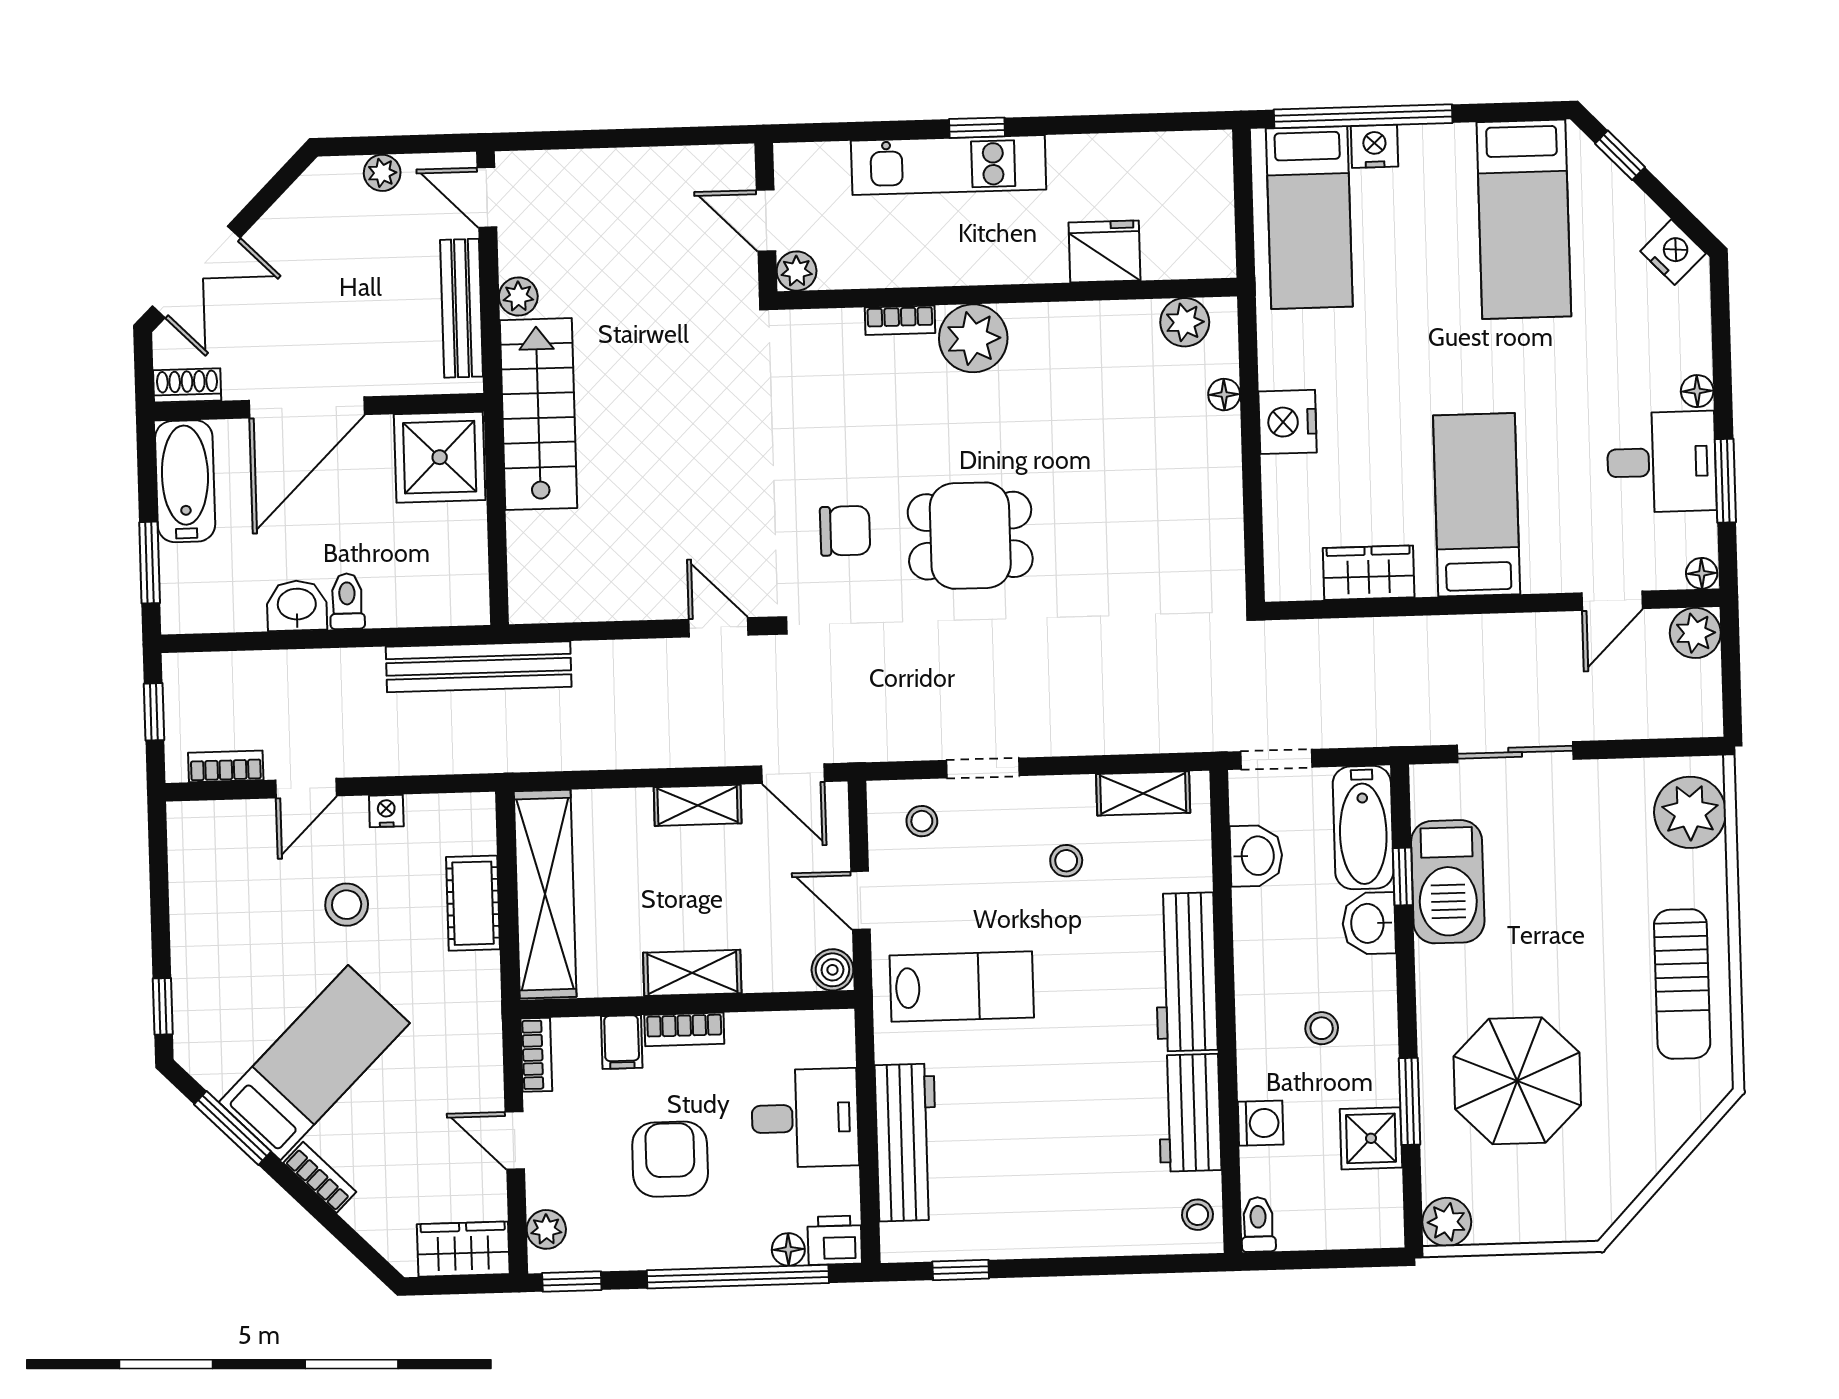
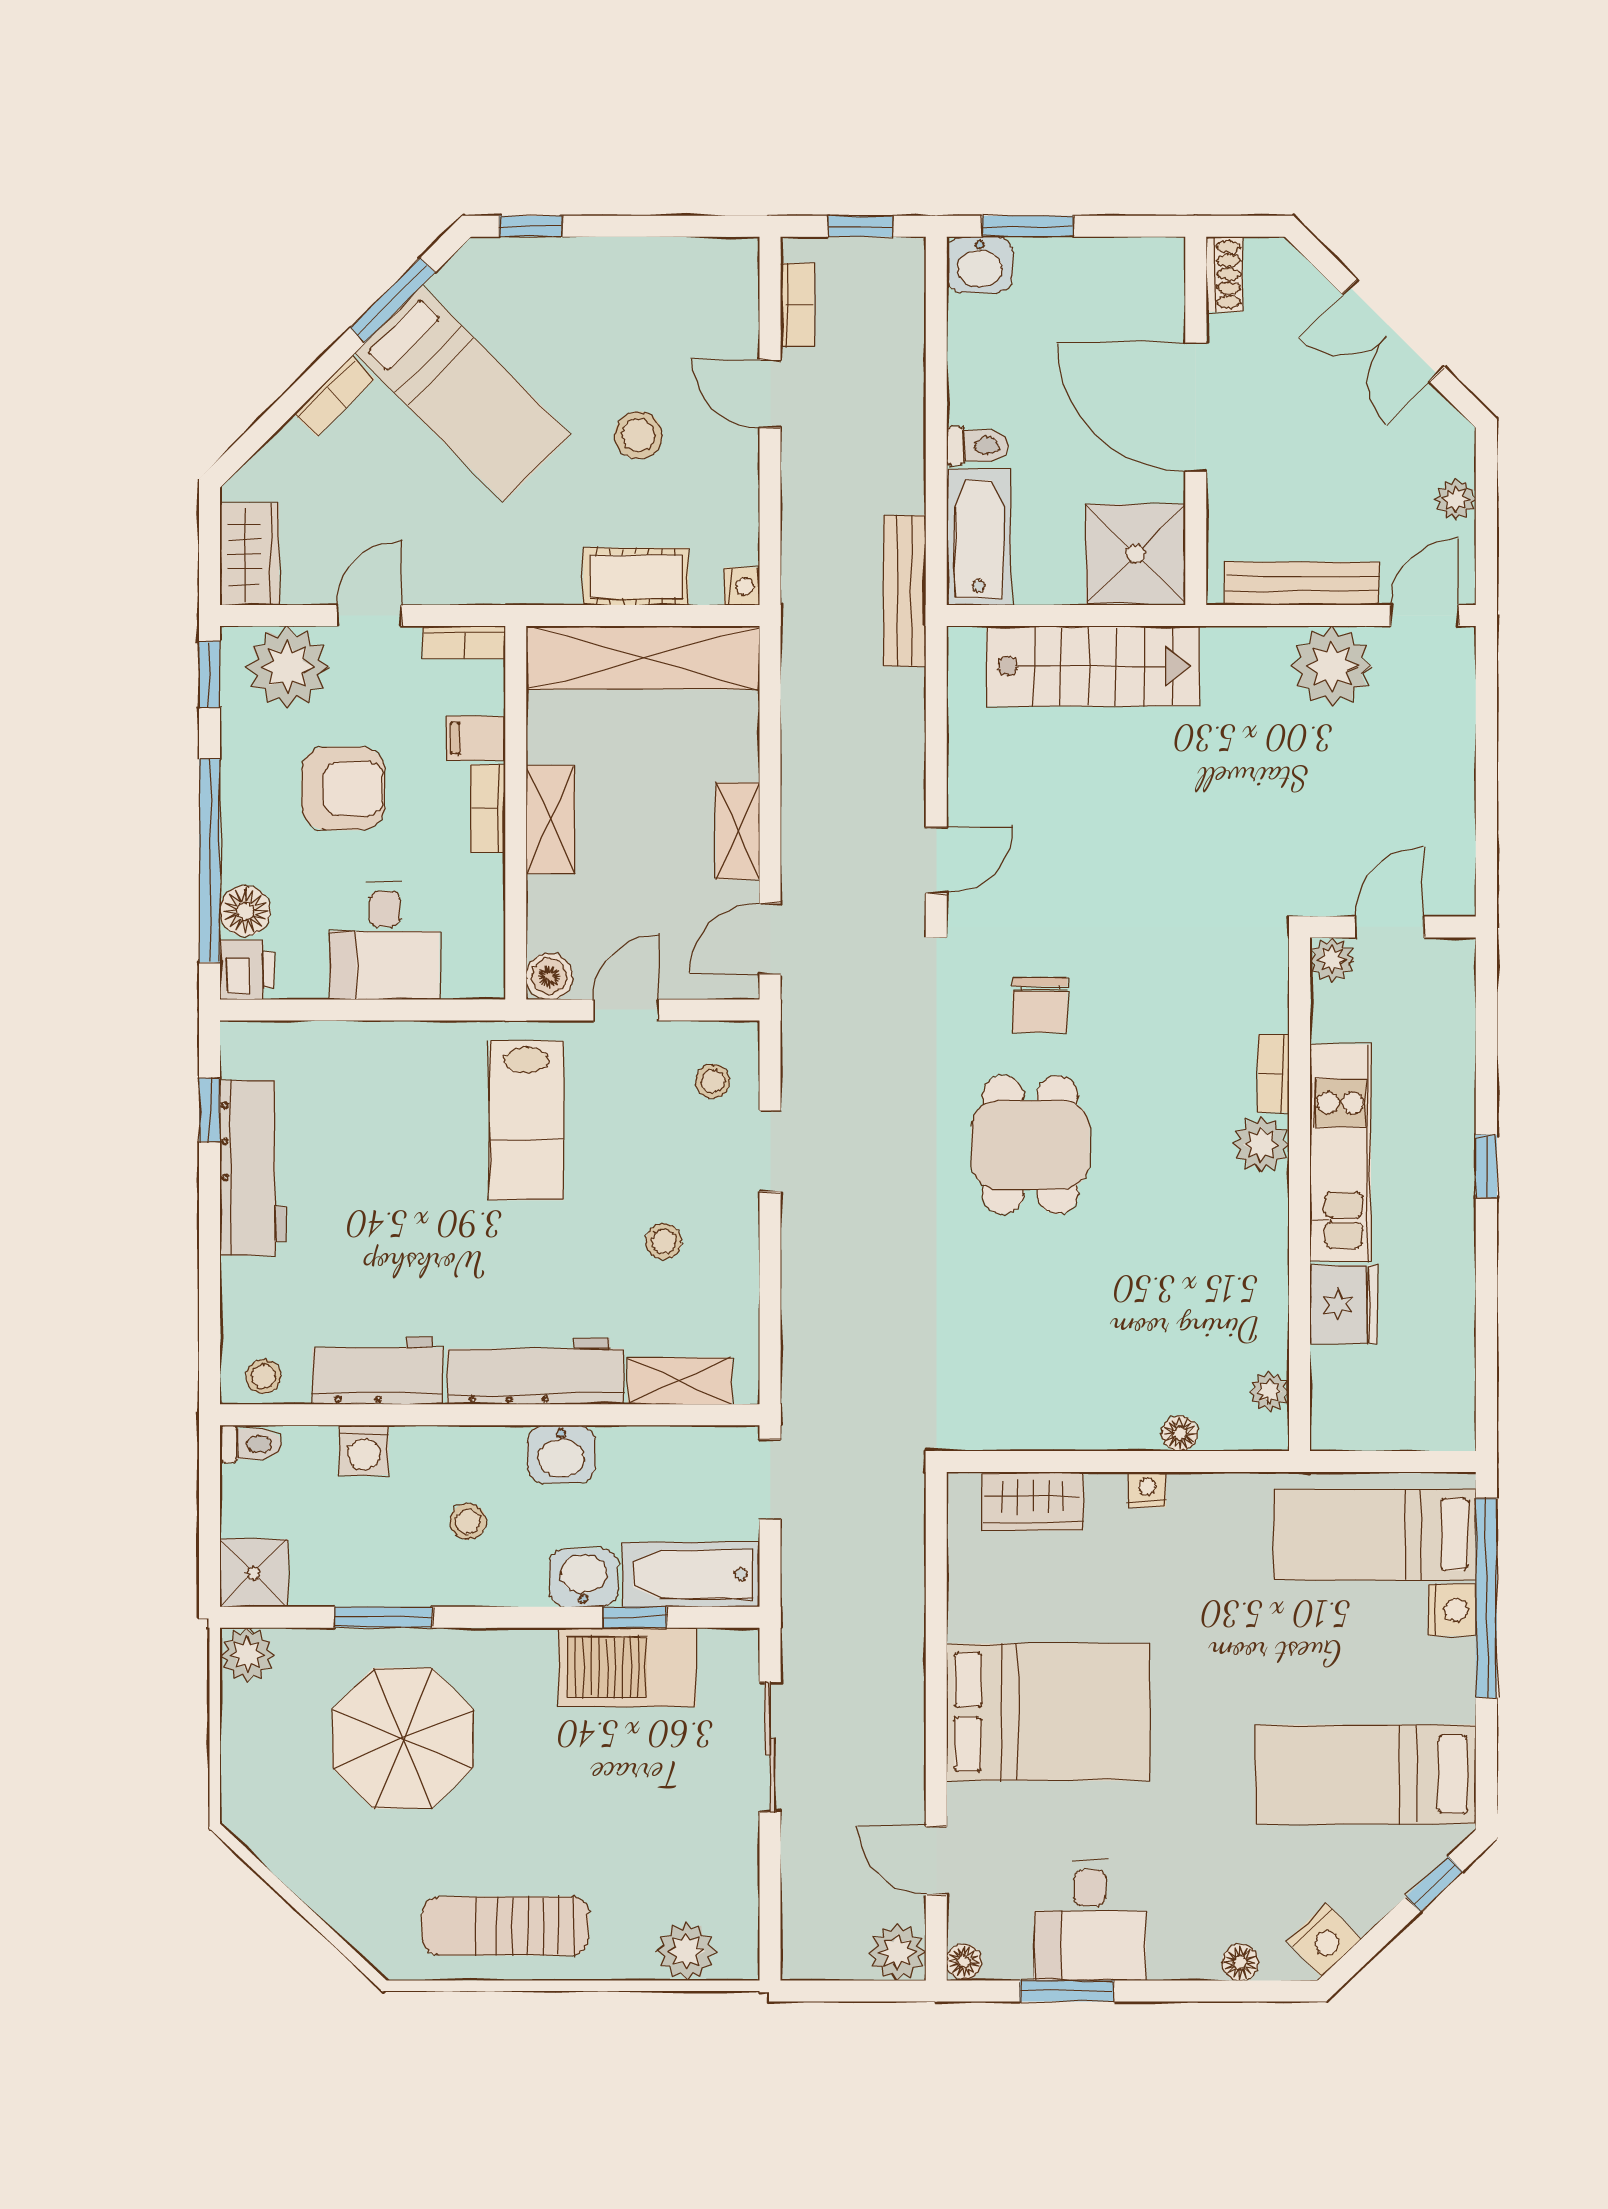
kitchen unit: (949, 165) -> (1340, 1153), moved, turned 180
double door: (196, 272) -> (1393, 330), moved
plant: (518, 297) -> (1332, 666), width x1.88, depth x1.88
plant: (1185, 322) -> (1269, 1392), width x0.73, depth x0.73
plant: (973, 338) -> (1261, 1145), width x0.73, depth x0.73
floor lamp: (1697, 391) -> (1240, 1962), moved
stairs: (538, 414) -> (1093, 666), moved
nightstand: (1288, 422) -> (1147, 1490), width x0.53, depth x0.56
bathtub: (185, 481) -> (979, 537), moved, turned -90
bed: (1477, 505) -> (1048, 1712), width x1.50
wardrobe: (1369, 573) -> (1033, 1501), moved, turned 90
washbasin: (297, 606) -> (980, 265), moved, turned 90
bench: (479, 667) -> (905, 591), width x0.73, depth x0.82
shelving: (1143, 793) -> (680, 1381), moved, turned 90
nightstand: (386, 811) -> (742, 586), moved
plant: (1690, 812) -> (686, 1951), width x0.73, depth x0.73
washbasin: (1256, 856) -> (561, 1454), moved
shower: (1371, 1138) -> (254, 1573), moved
workbench: (906, 1143) -> (253, 1168), moved, turned -90
plant: (546, 1229) -> (288, 667), width x1.87, depth x1.87
floor lamp: (788, 1249) -> (245, 911), width x1.37, depth x1.37

